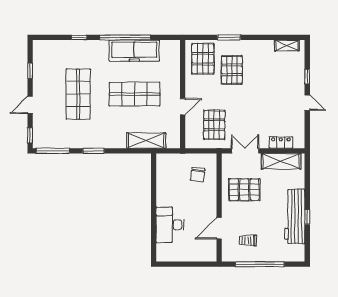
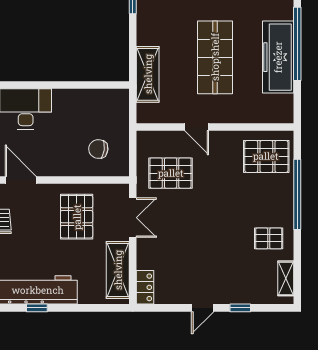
window: (229, 37) -> (297, 194), width x2.11
pallet: (232, 70) -> (269, 238), moved, width x0.67, depth x0.71
locker: (281, 142) -> (145, 287), moved

